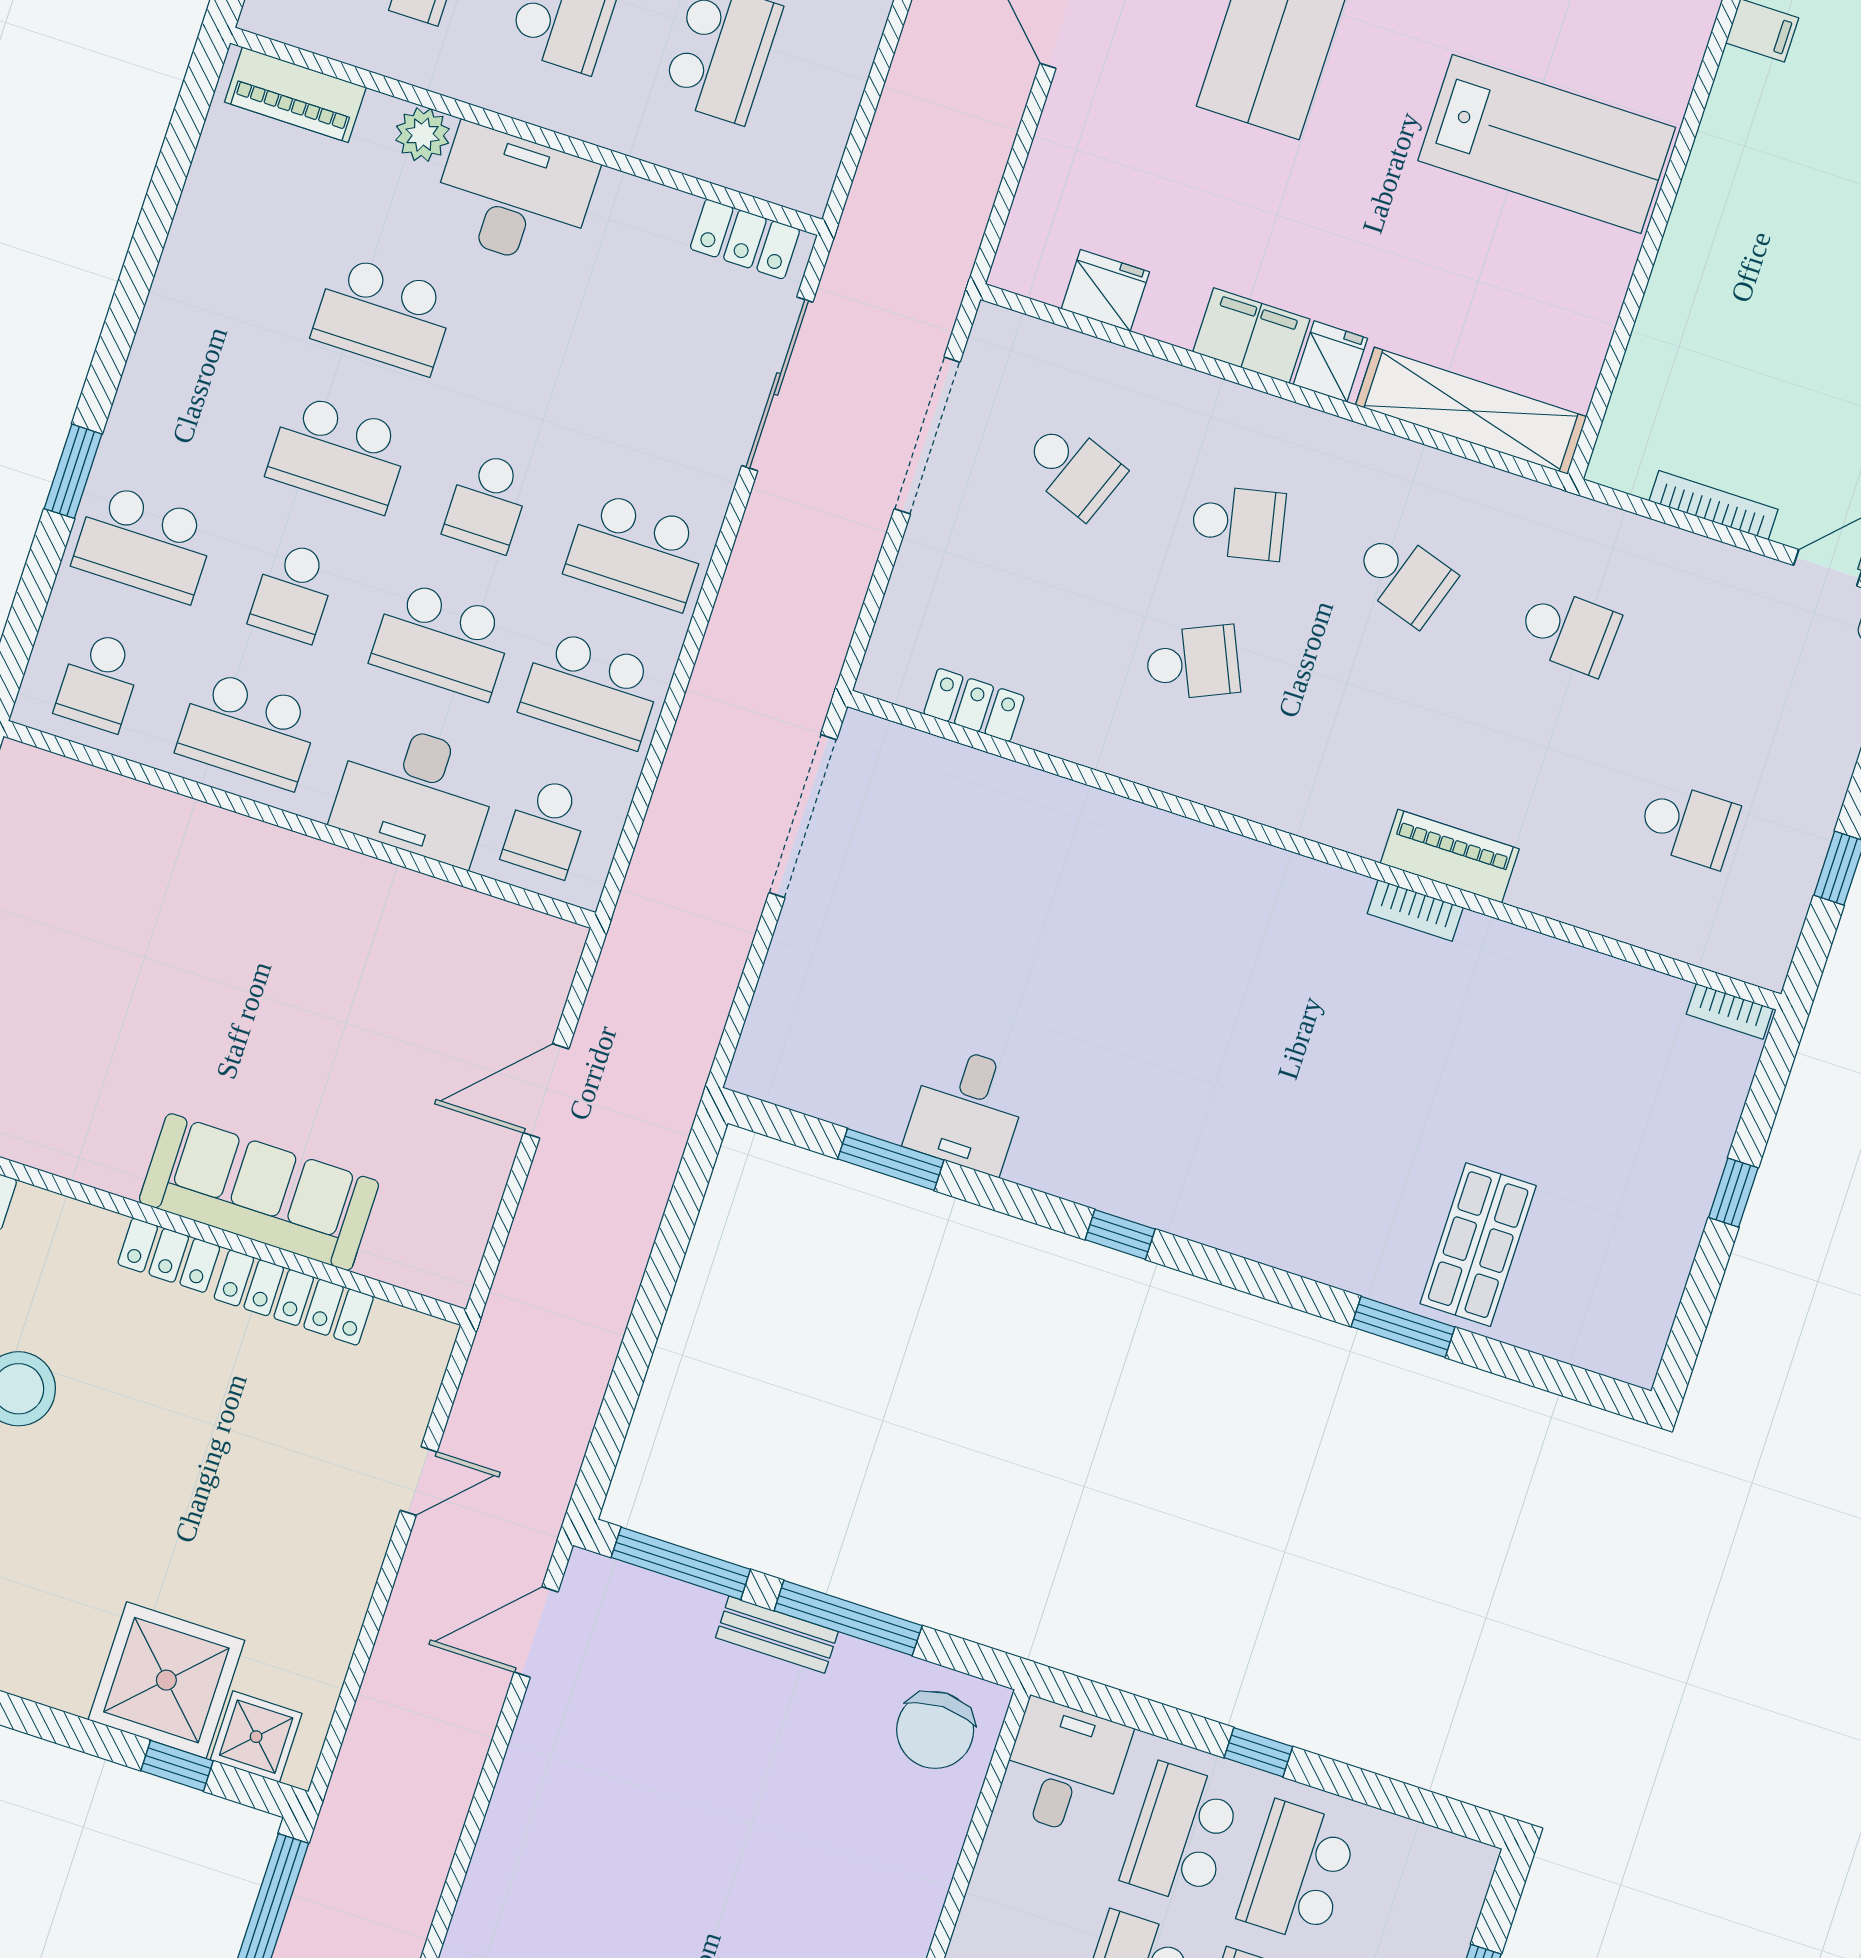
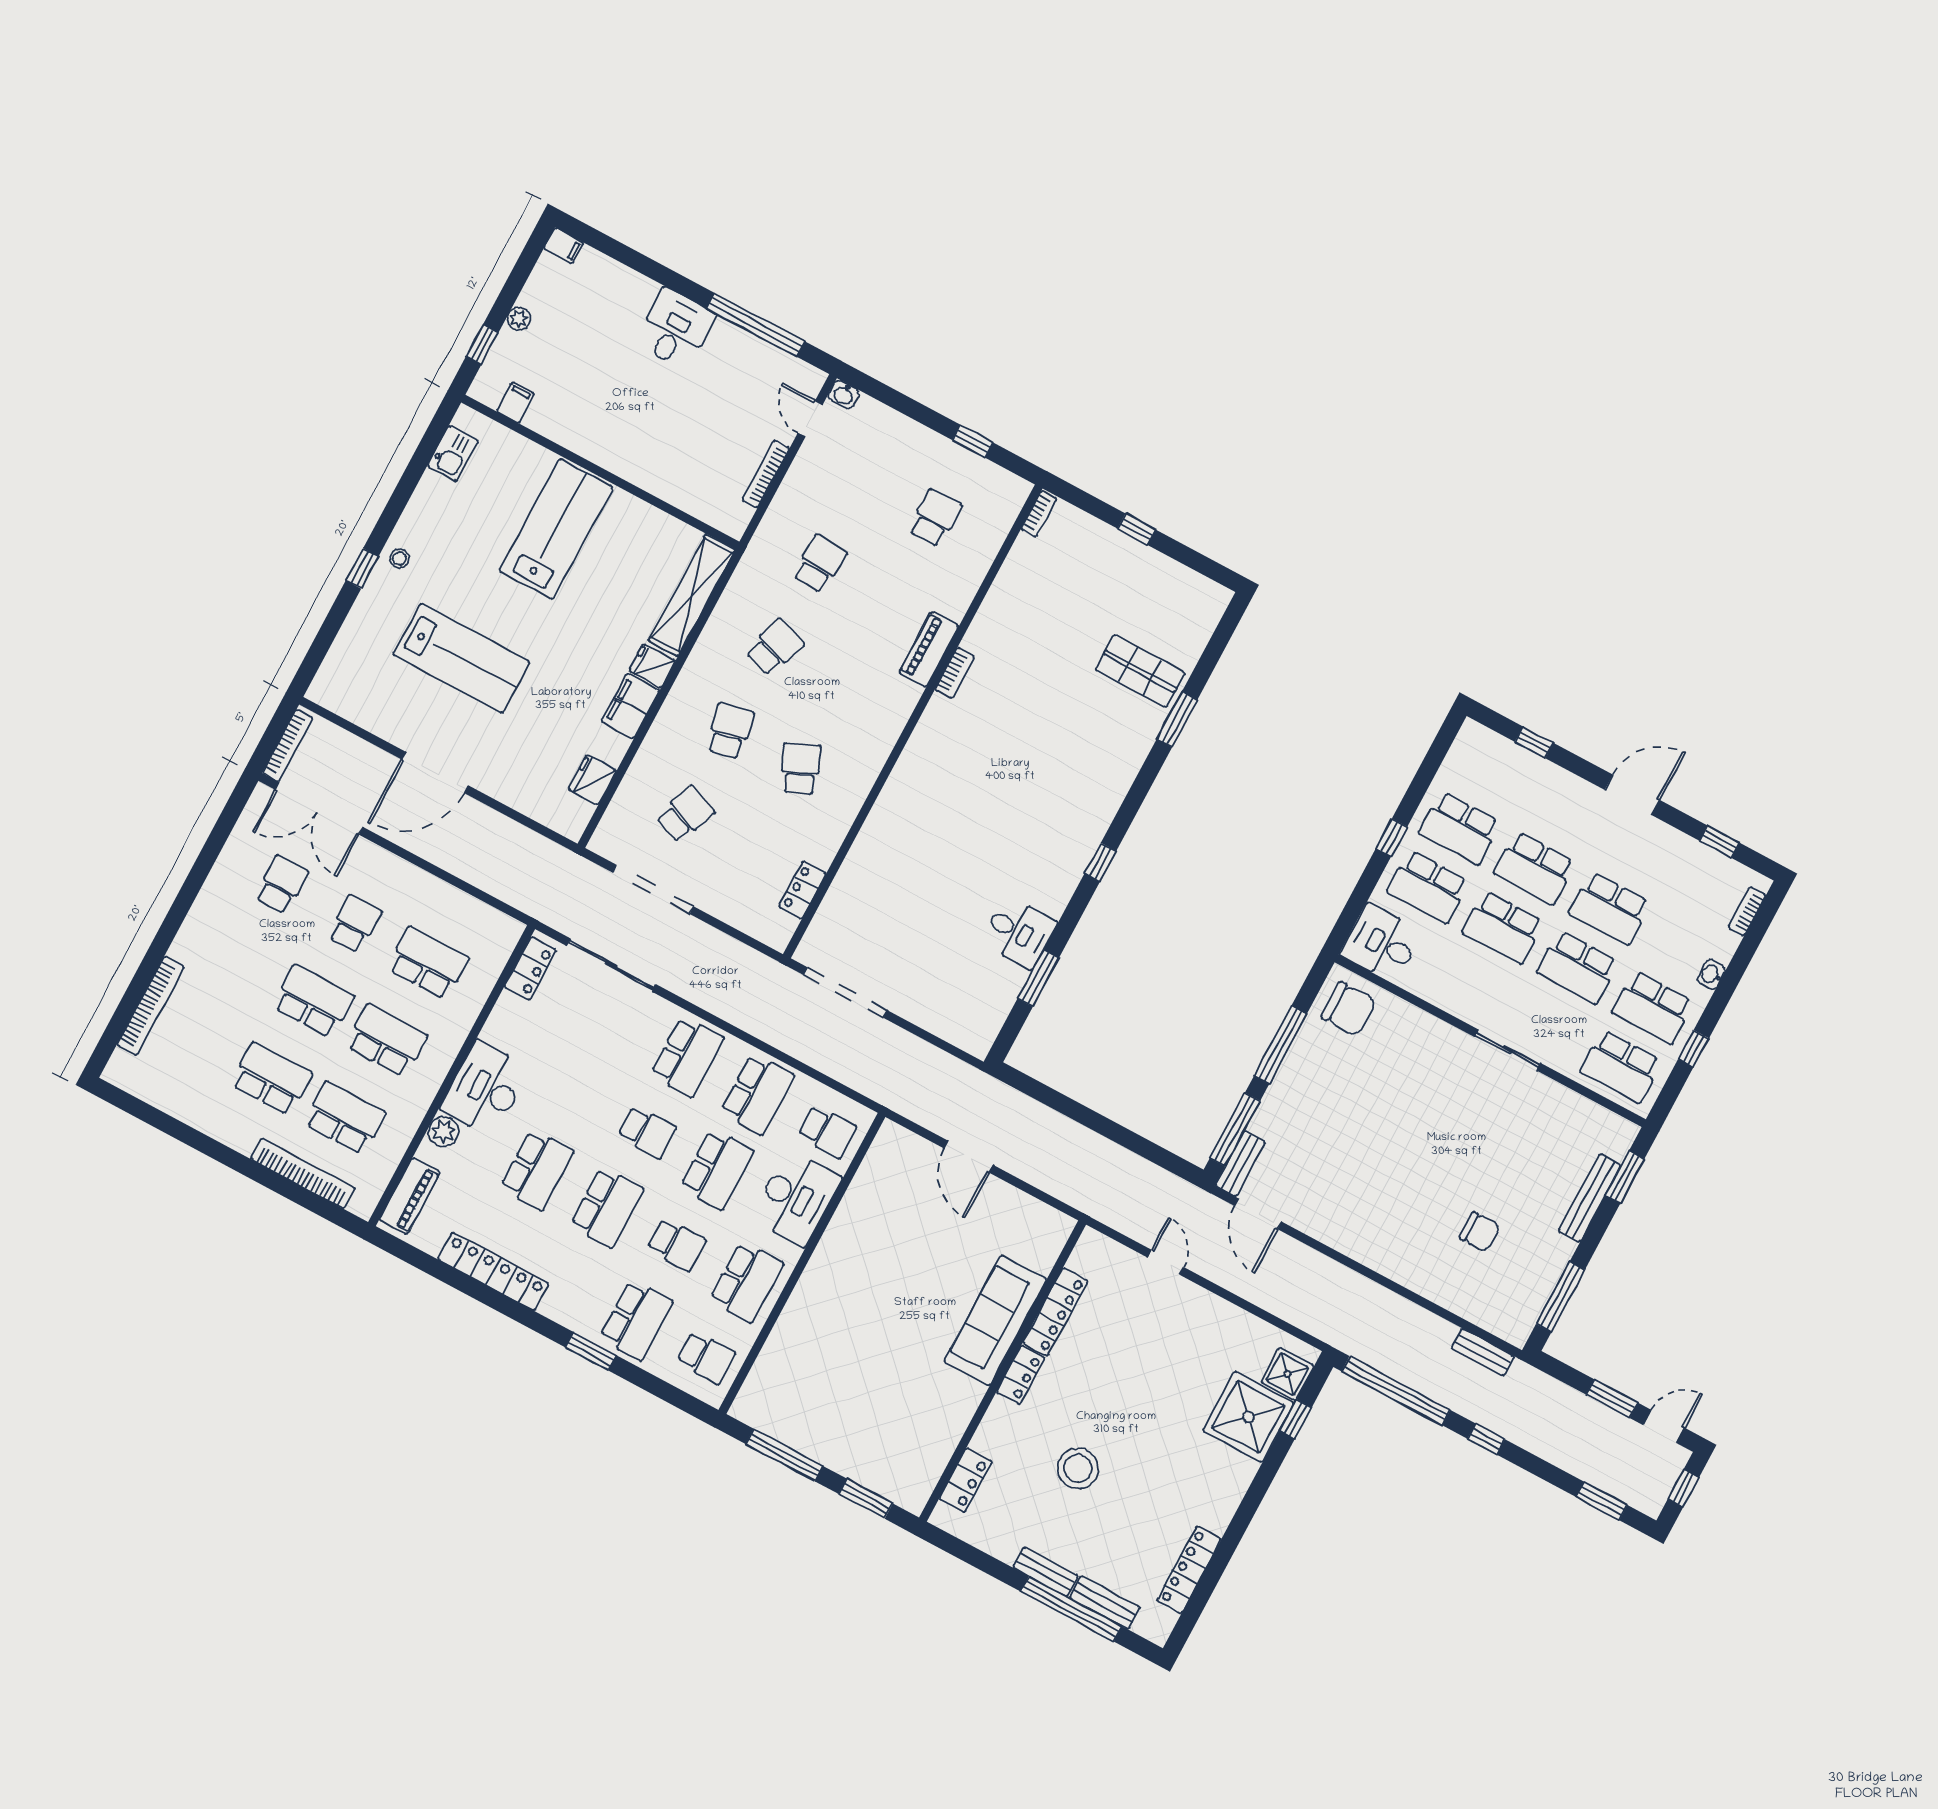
locker: (186, 270) -> (493, 1272), added
bench: (777, 1635) -> (1240, 1164), moved

